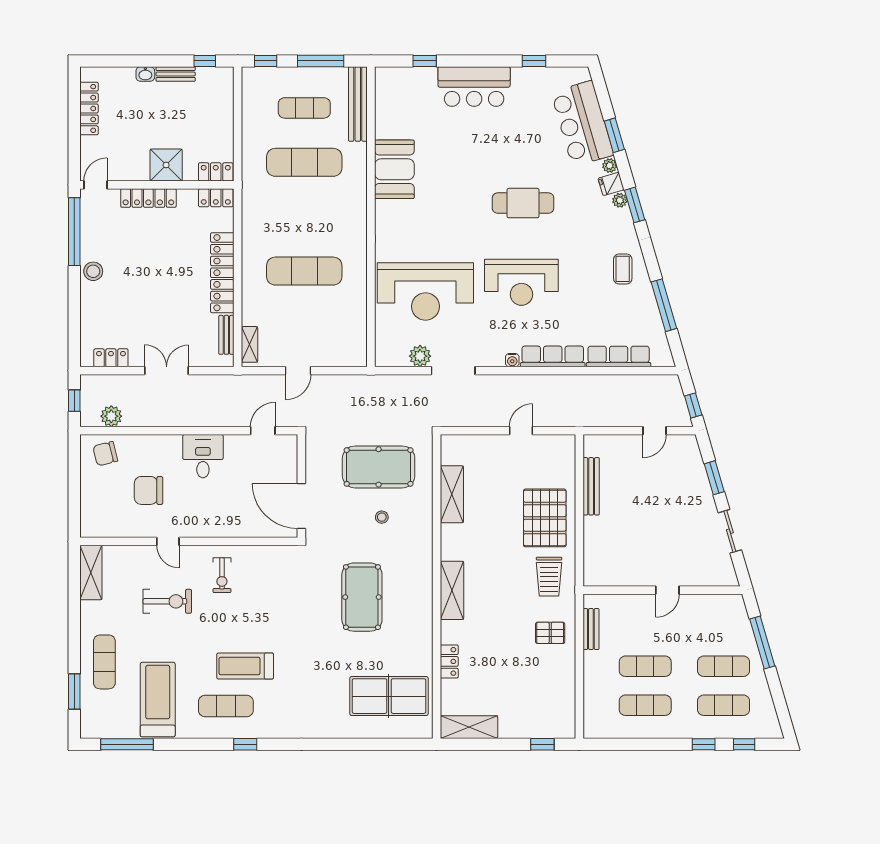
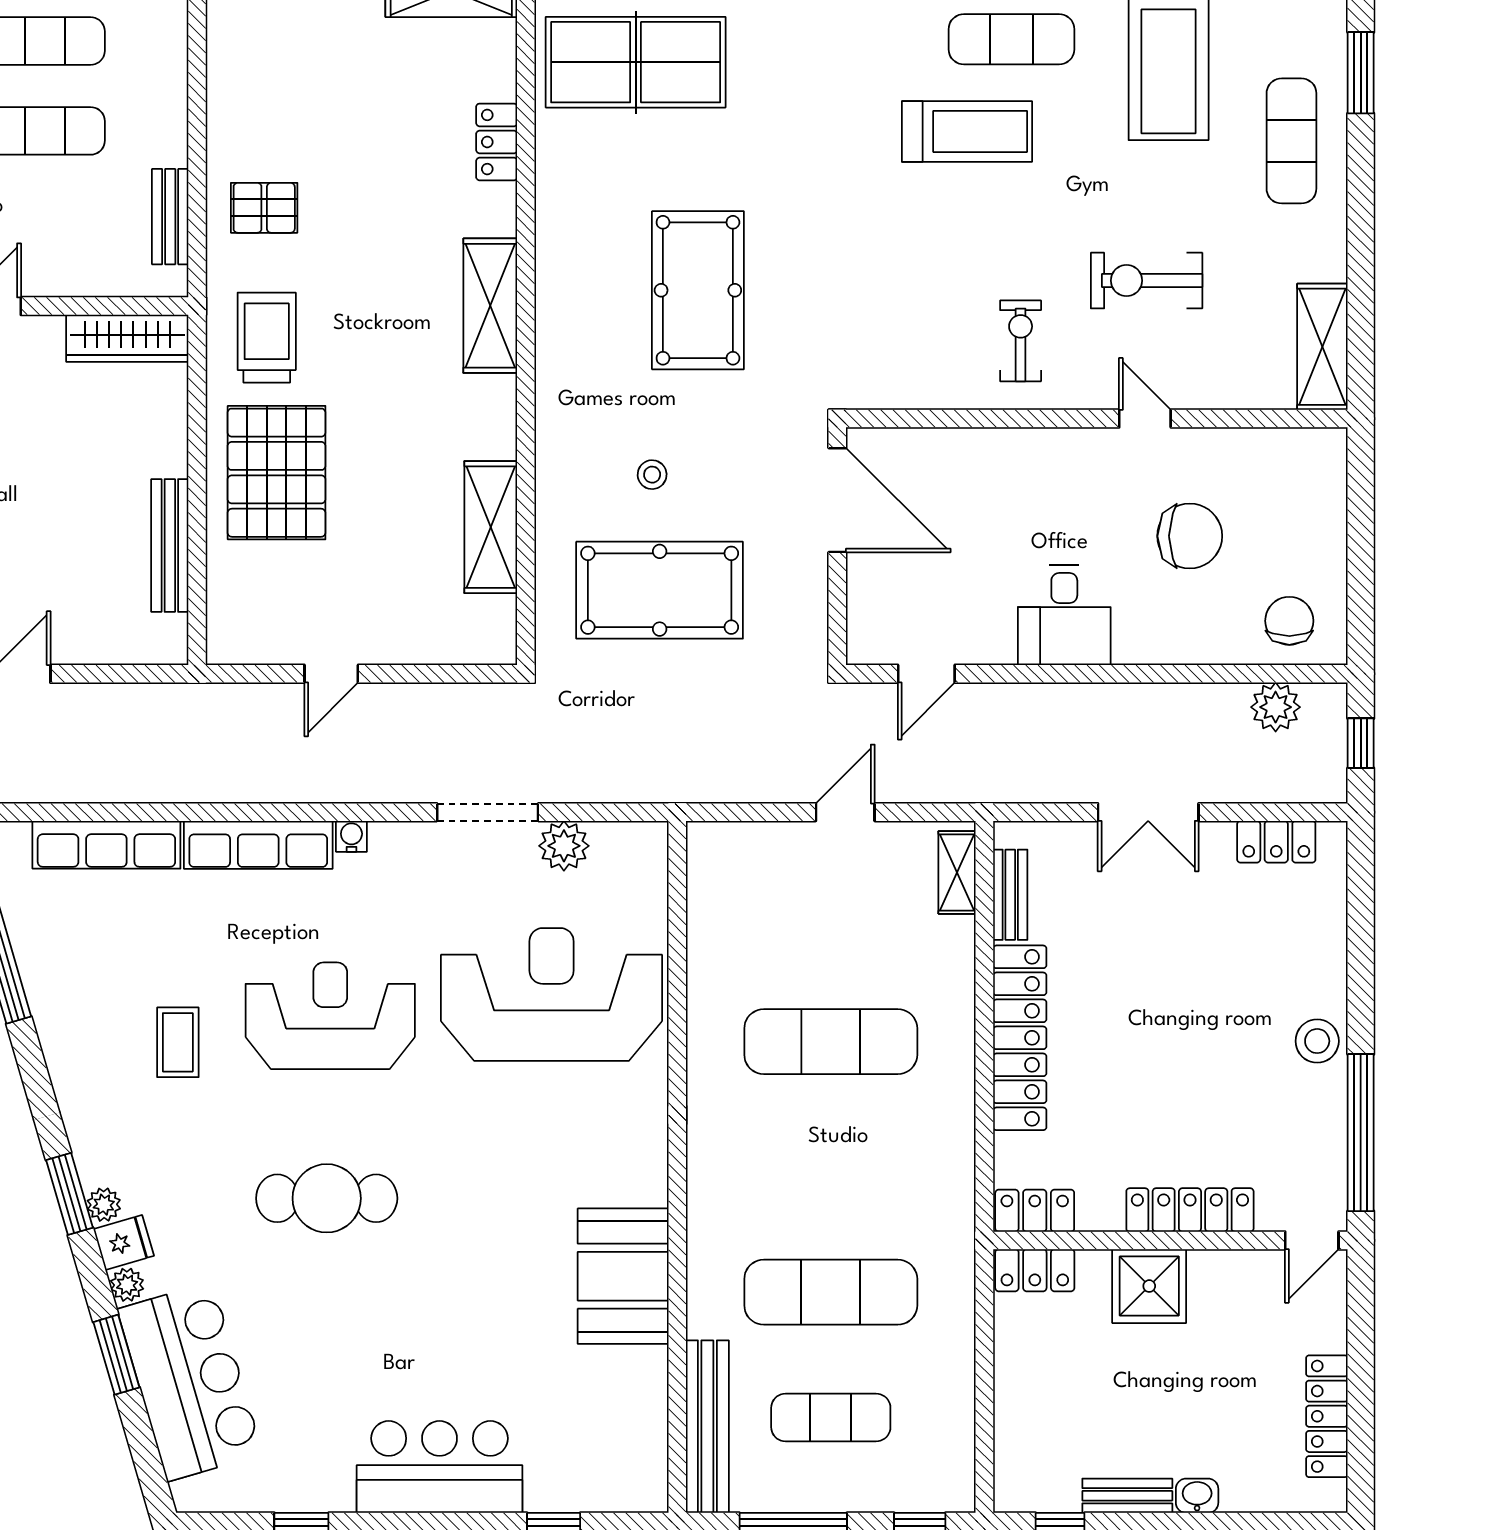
coffee table: (623, 269) -> (178, 1042), moved
chair: (105, 454) -> (1289, 621), turned -76
wardrobe: (610, 576) -> (127, 338), added

